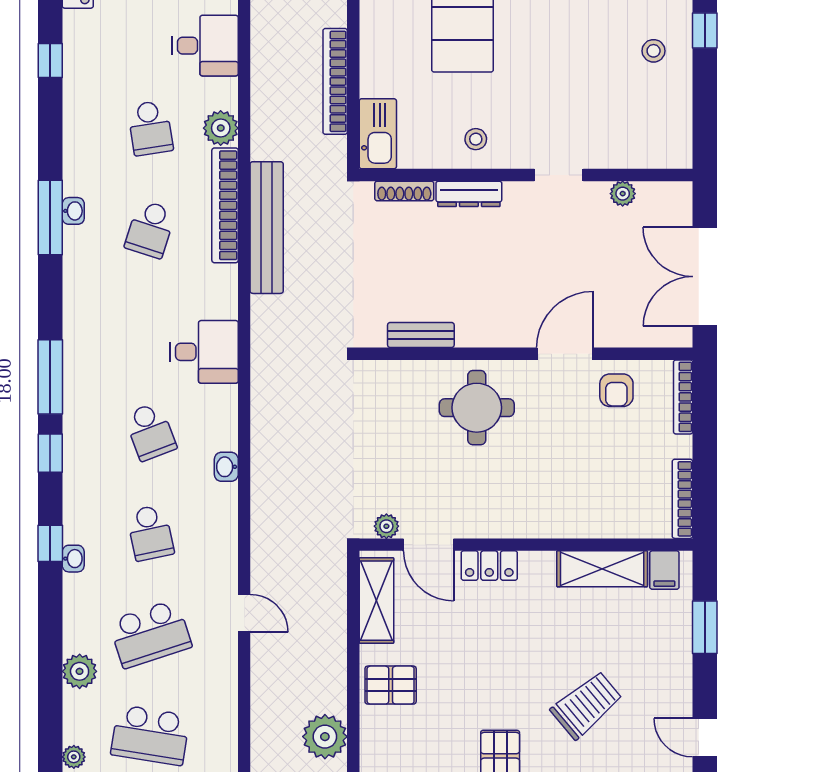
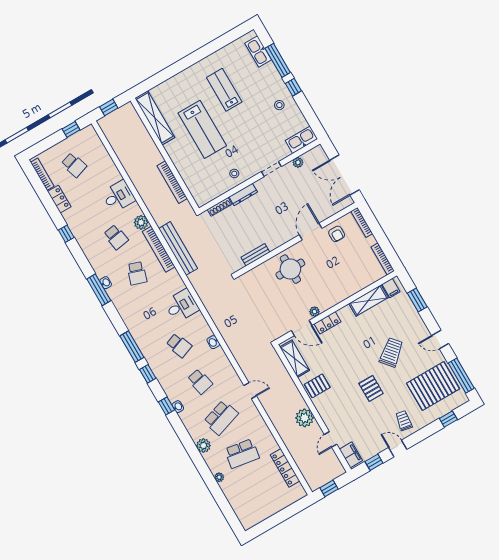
kitchen sink: (378, 134) -> (301, 140), moved, turned -90
plant: (386, 526) -> (315, 312), moved

